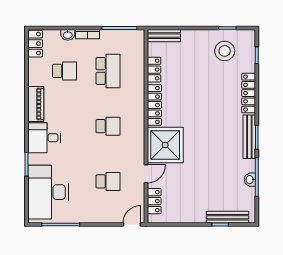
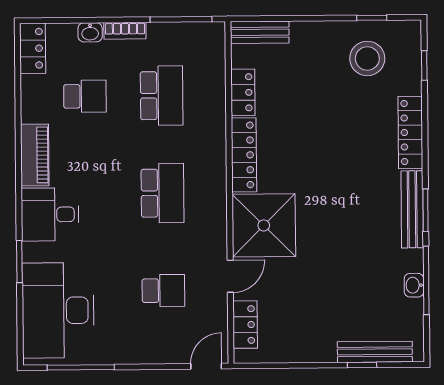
school desk: (108, 126) -> (162, 193), width x1.85

